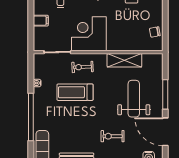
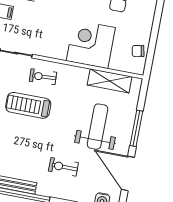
corner desk: (89, 34) -> (91, 44), moved
shelving: (124, 60) -> (110, 81), moved

